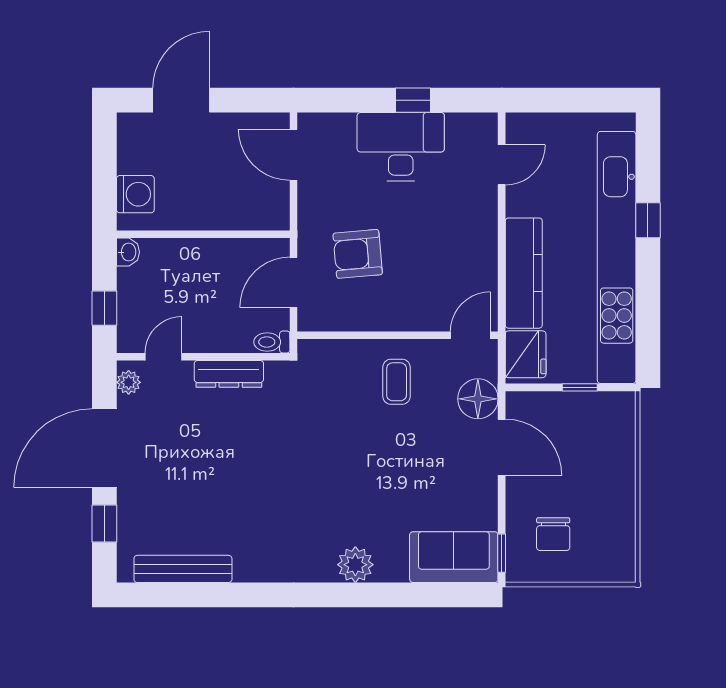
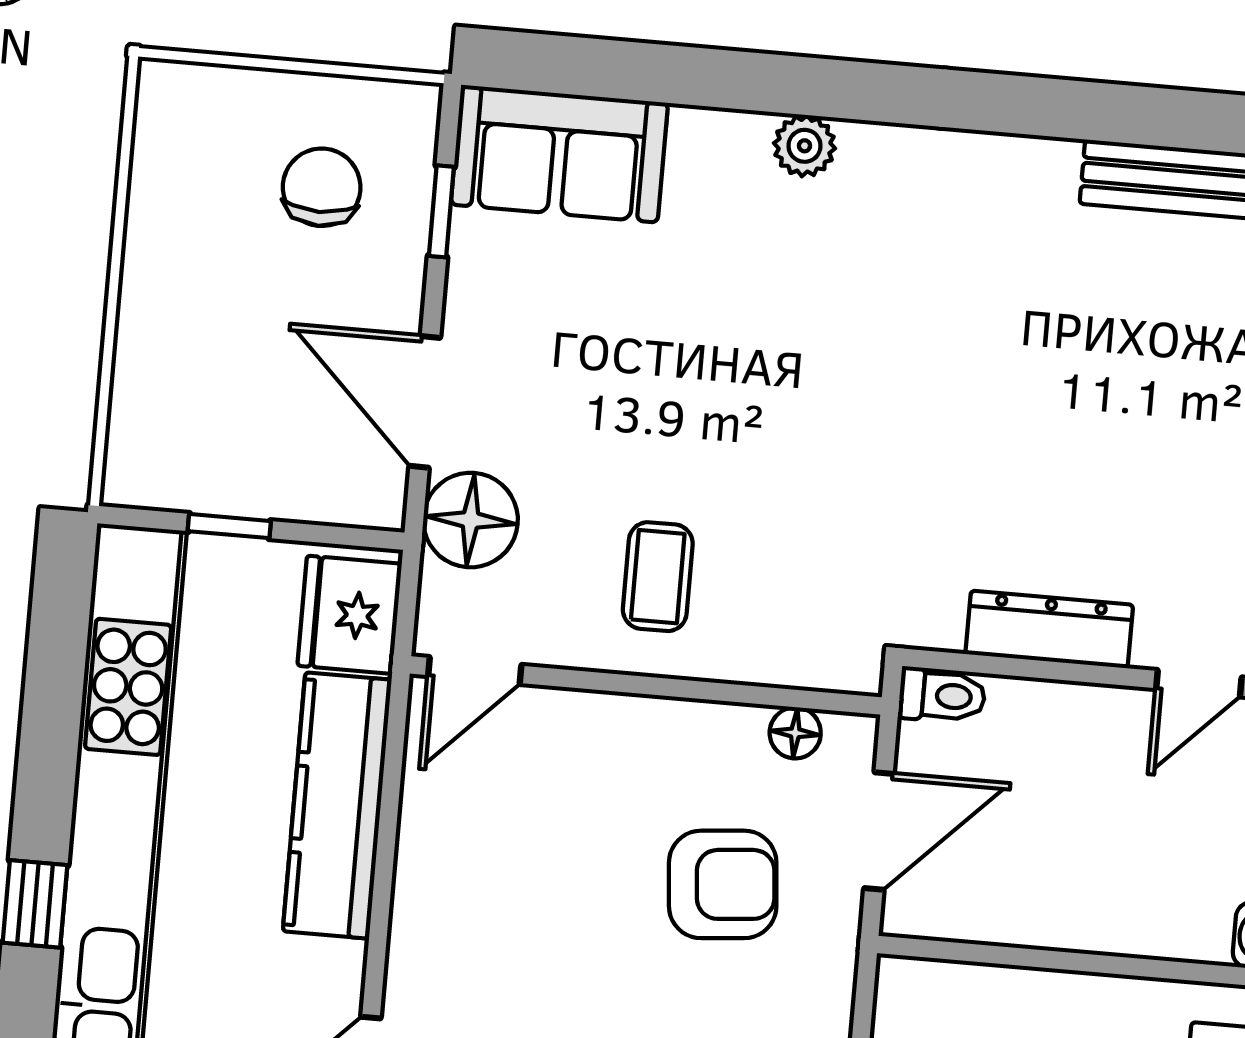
floor lamp: (333, 321) -> (795, 733), added
window: (502, 553) -> (441, 211), moved
plant: (355, 565) -> (805, 146), width x0.73, depth x0.73

